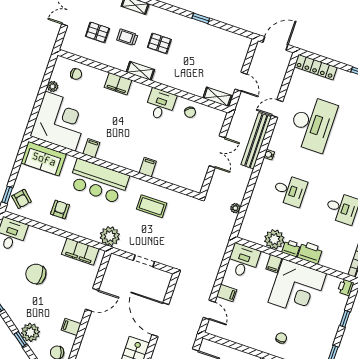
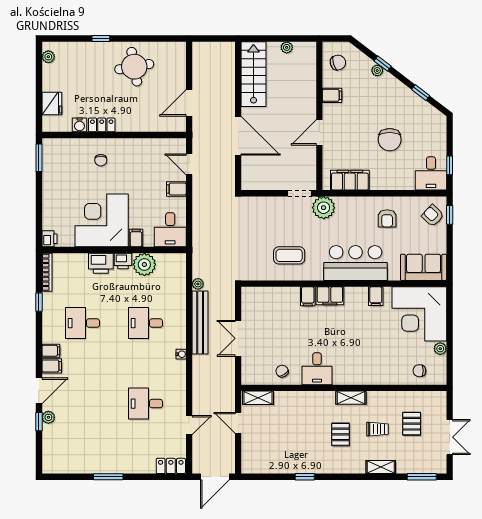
pallet: (97, 32) -> (412, 424), turned 90
pallet: (159, 43) -> (340, 434), turned 90
locker: (316, 67) -> (171, 466), width x0.66
filing cabinet: (118, 84) -> (330, 296), moved, turned 180
door: (277, 108) -> (189, 425), moved
desk: (312, 124) -> (146, 404), width x0.53, depth x0.77
bench: (256, 141) -> (200, 322), moved
doorway: (144, 261) -> (300, 193), moved
chair: (36, 274) -> (390, 140), turned 90
window: (345, 319) -> (39, 204), removed
plant: (30, 332) -> (377, 71), width x0.53, depth x0.53

